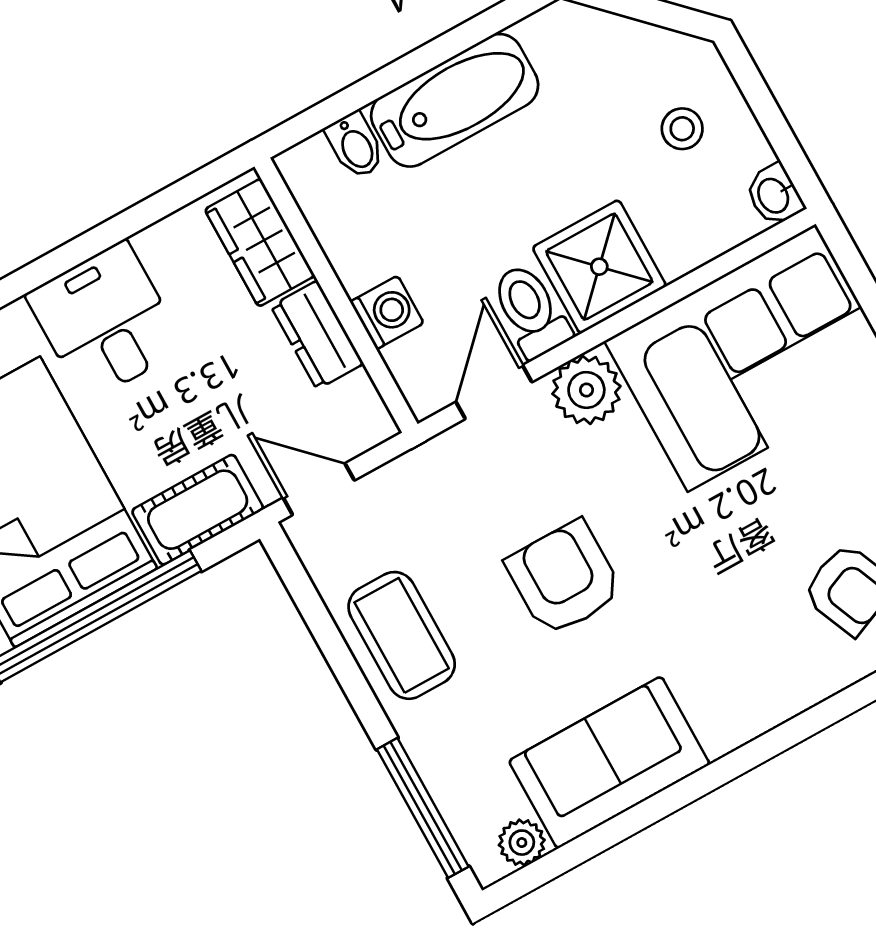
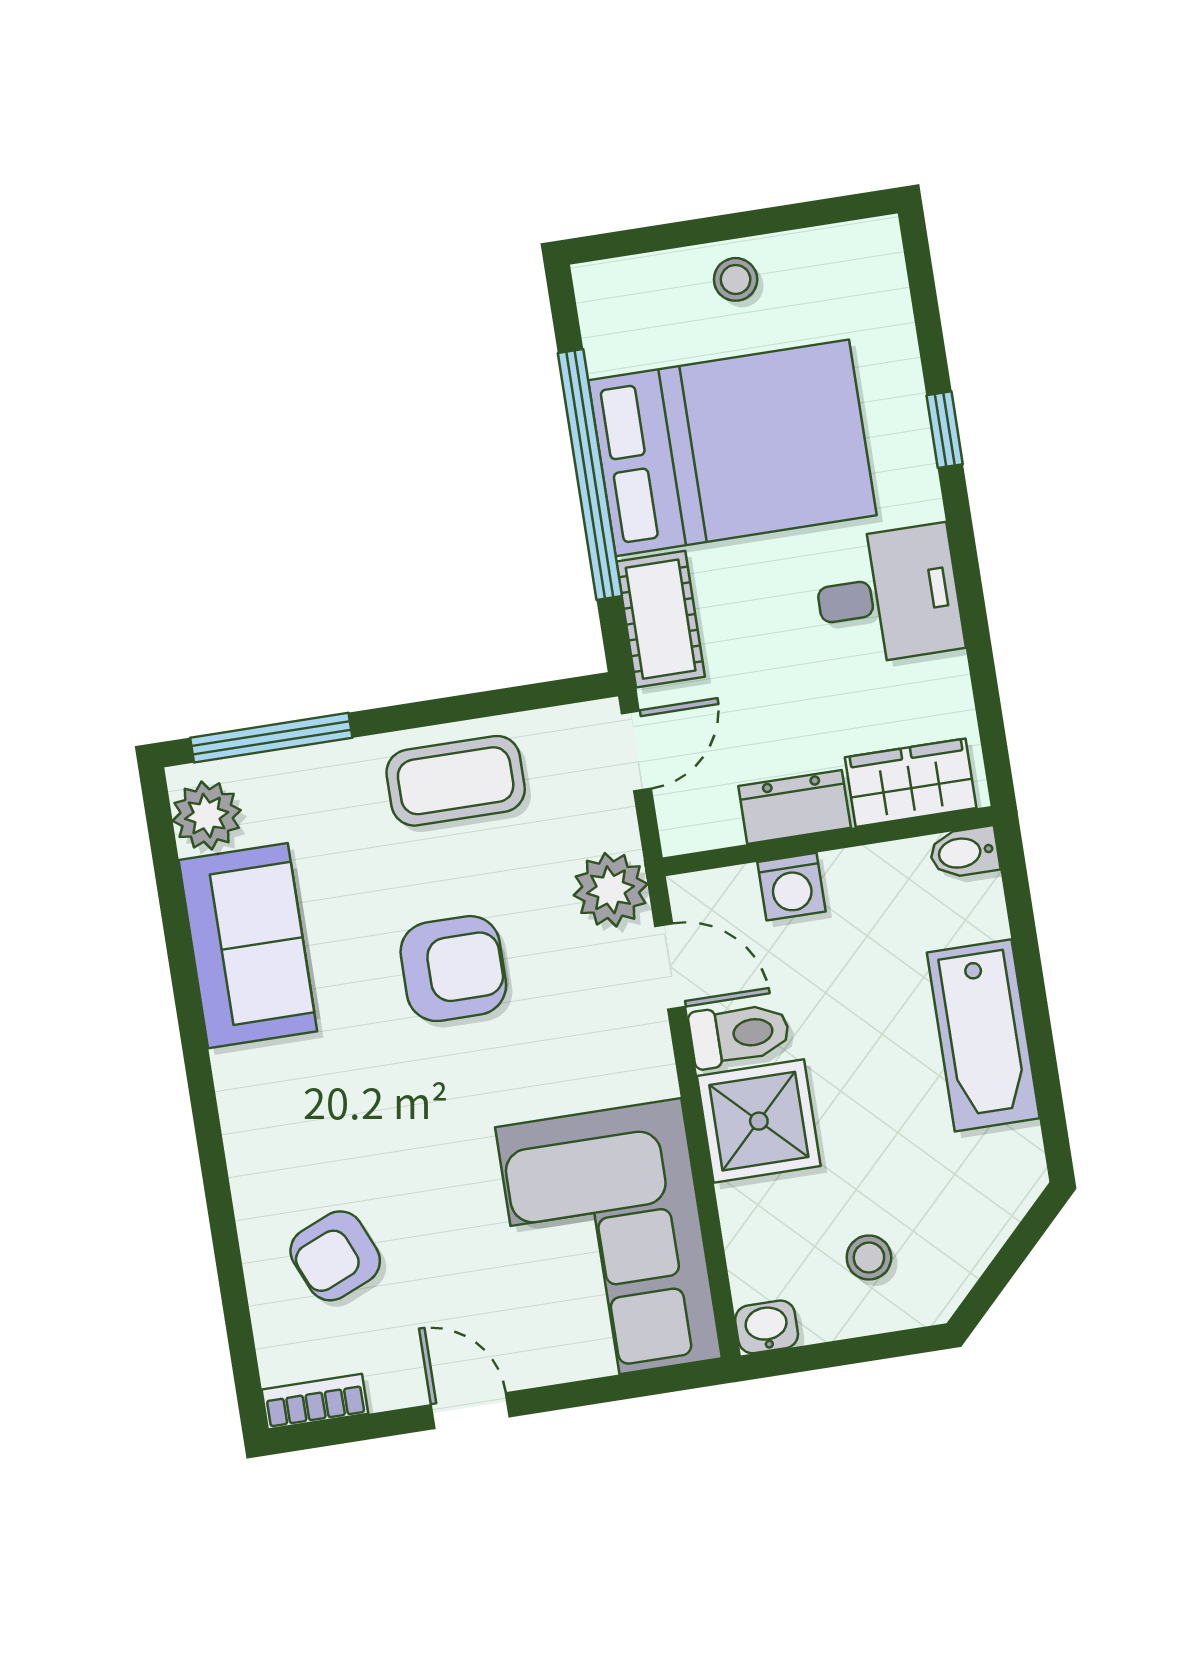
bidet: (355, 145) -> (964, 852), moved
plant: (586, 390) -> (611, 890), moved
plant: (522, 843) -> (207, 815), width x1.38, depth x1.38

